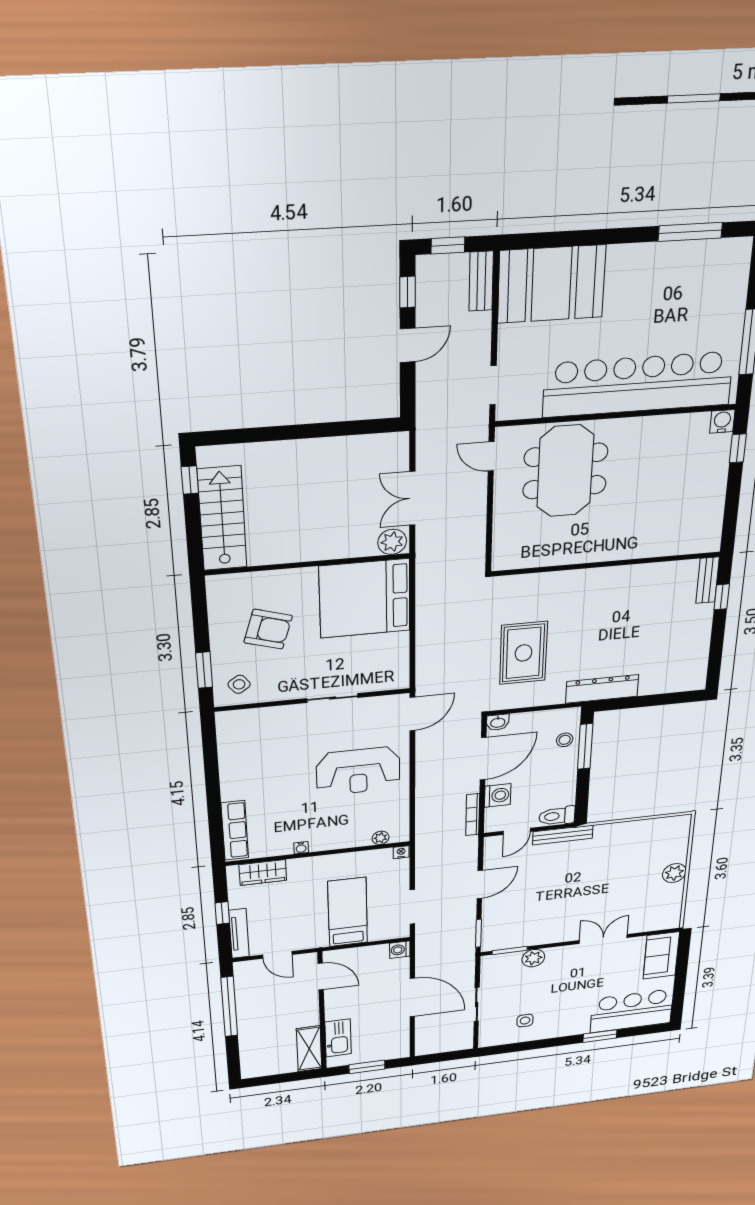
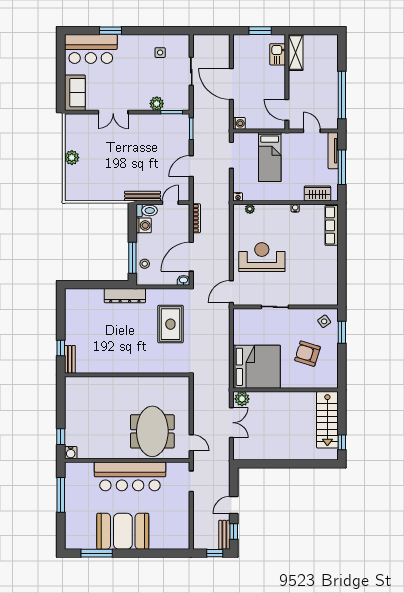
bench: (481, 281) -> (224, 535), moved
booth: (552, 284) -> (123, 531), moved
bar counter: (638, 384) -> (130, 476), width x0.73
washing machine: (498, 795) -> (144, 225), moved, turned 180
window: (222, 913) -> (342, 167), width x2.17
kitchen sink: (338, 1038) -> (278, 54), width x0.73

